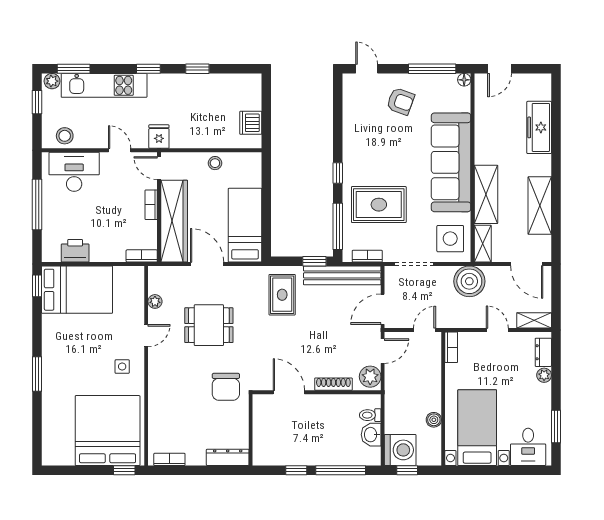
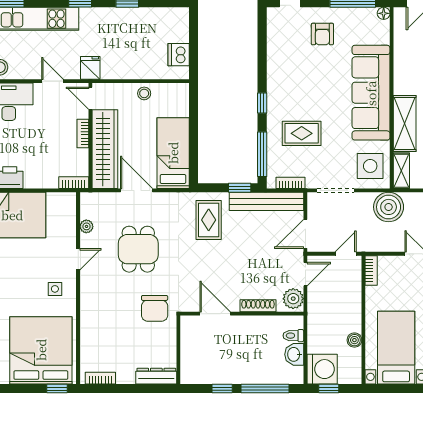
armchair: (400, 101) -> (322, 34), turned 70
rug: (379, 205) -> (302, 133), width x0.73, depth x0.70
dining table: (209, 325) -> (138, 249), turned 90

